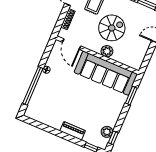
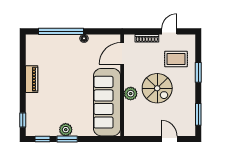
window: (131, 96) -> (67, 139), moved
piano: (73, 131) -> (32, 79), moved
plant: (107, 132) -> (66, 130), moved

